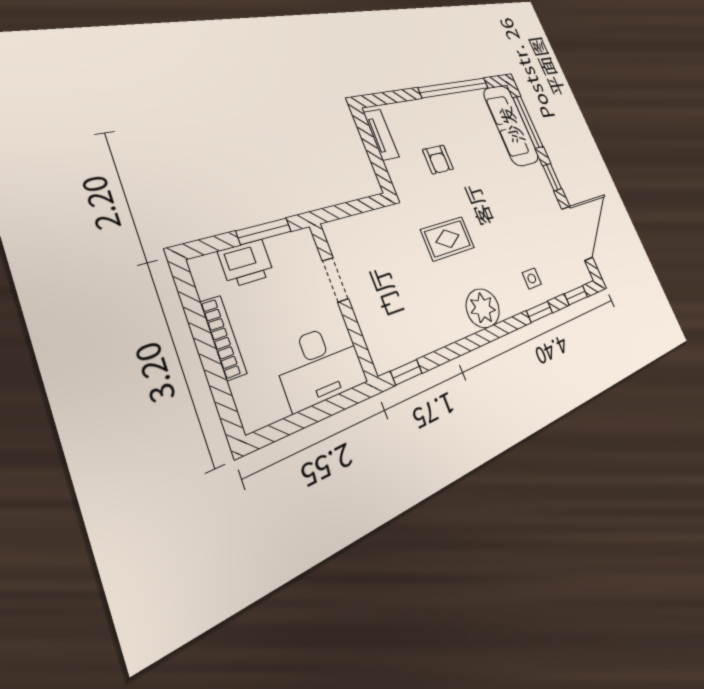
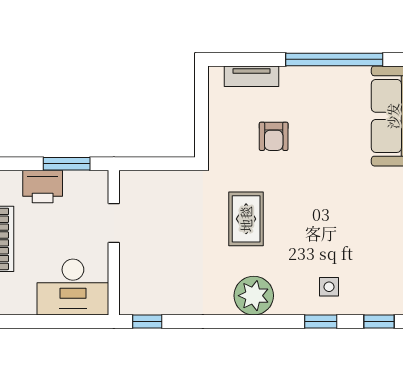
tv unit: (381, 135) -> (252, 76), moved, turned 90
rug: (448, 239) -> (246, 219), turned 90

